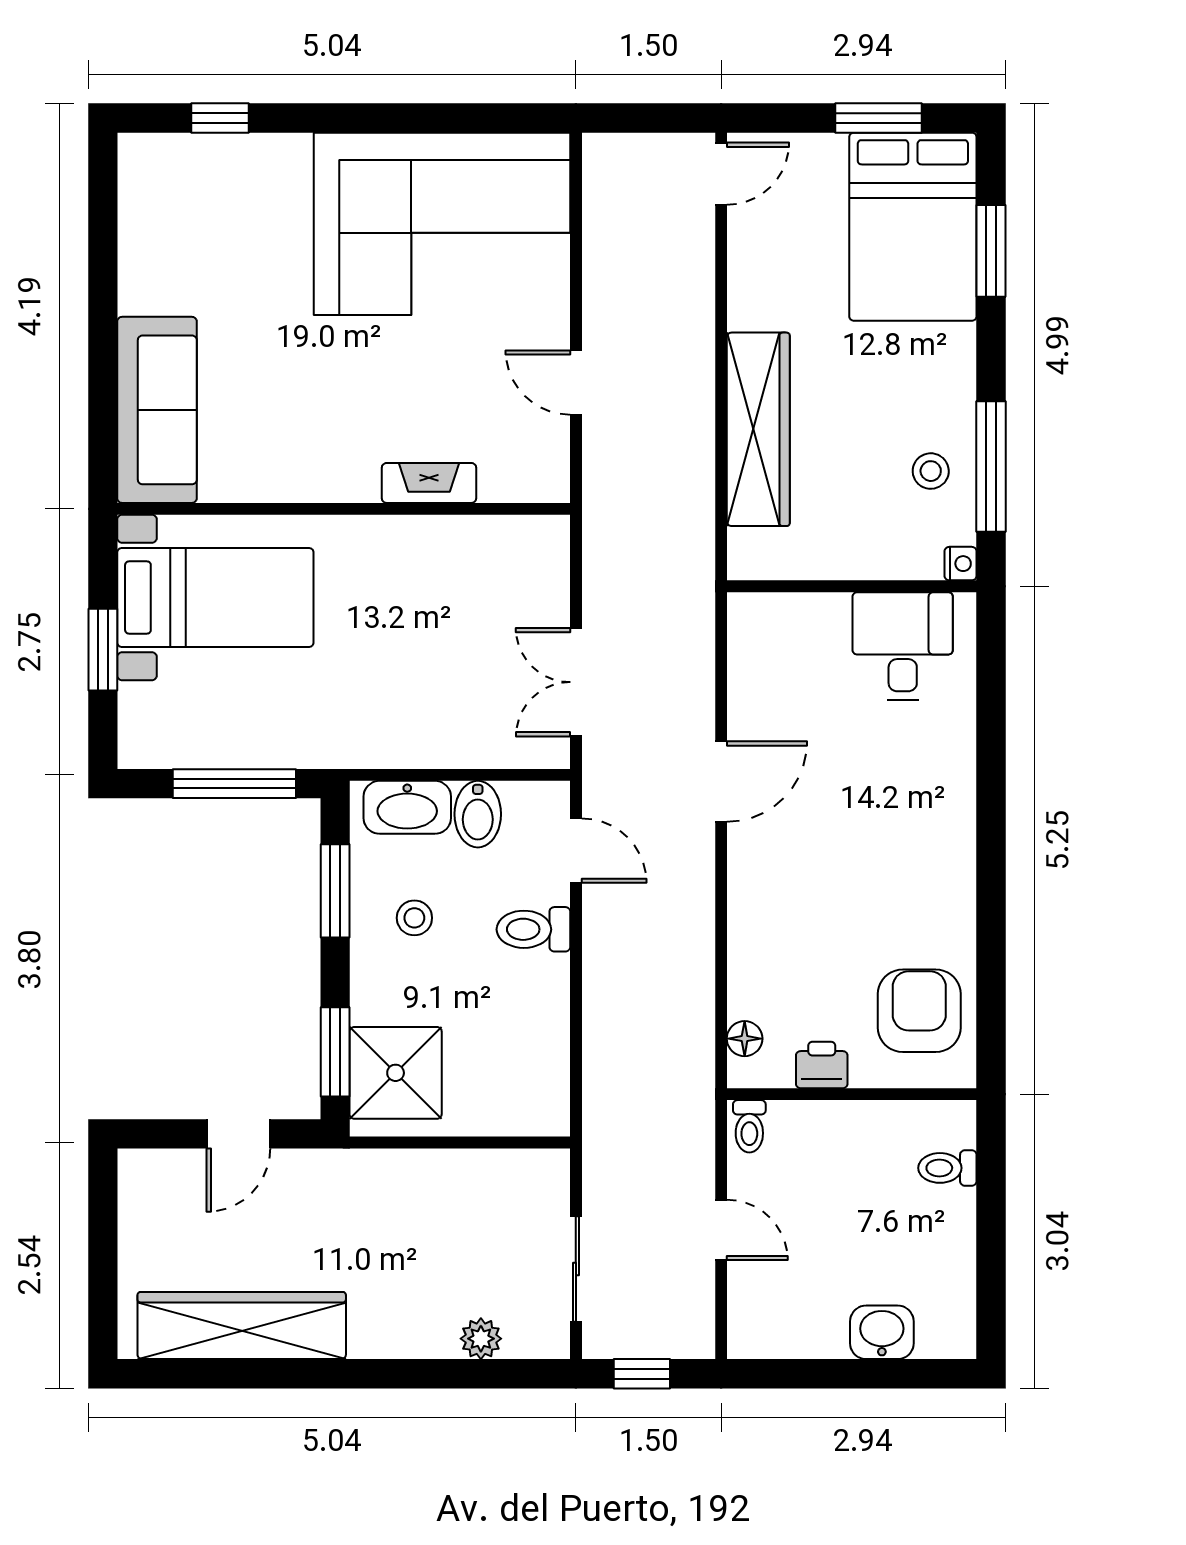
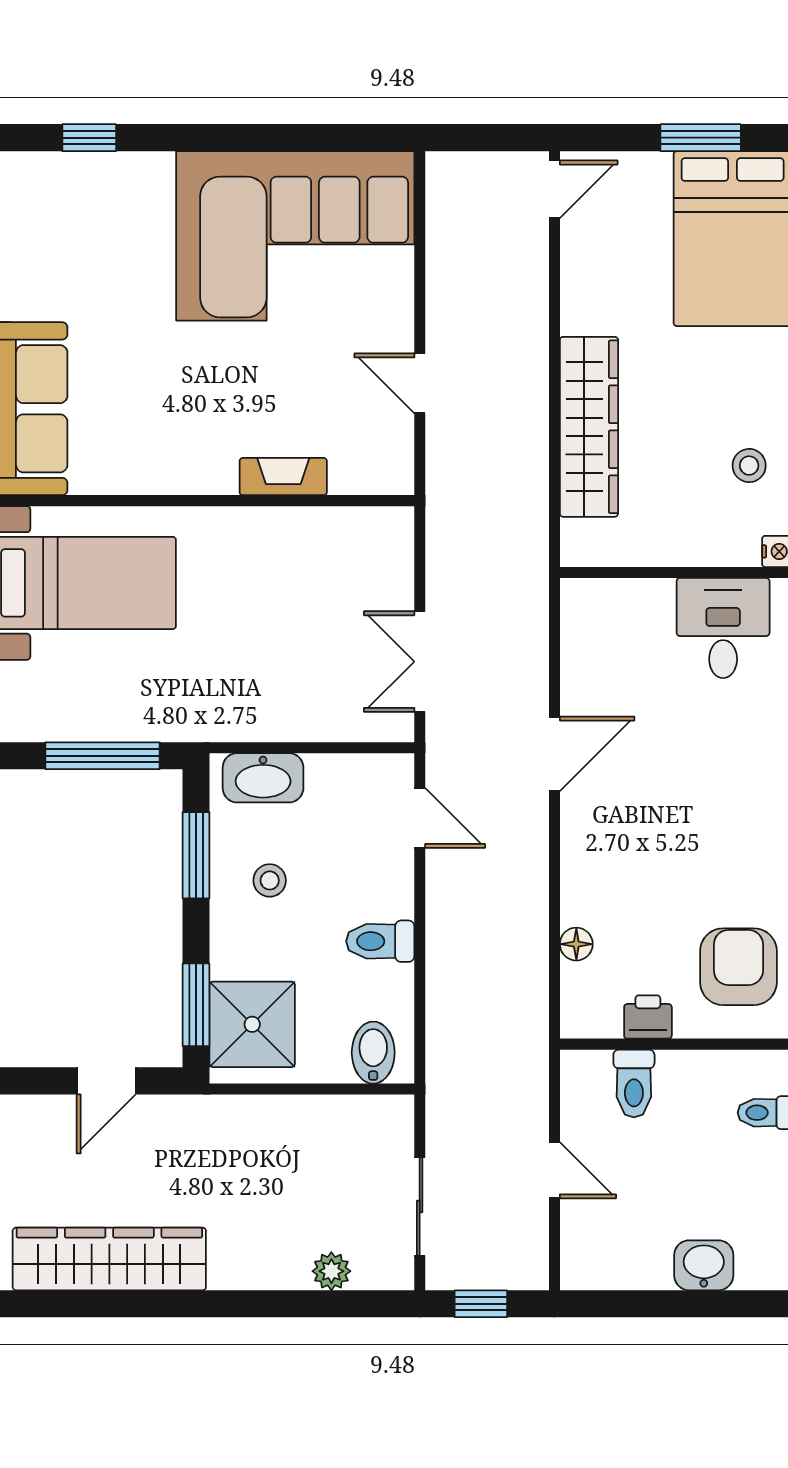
bidet: (478, 814) -> (373, 1053), moved, turned 180
toilet: (533, 929) -> (380, 941), moved
floor lamp: (745, 1039) -> (576, 944), moved
toilet: (749, 1126) -> (634, 1083), moved, width x1.37, depth x1.39

